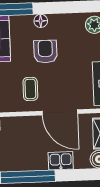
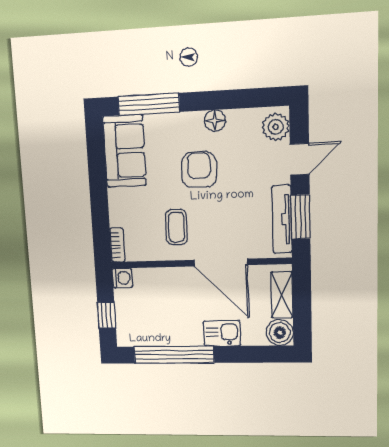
floor lamp: (41, 21) -> (215, 121), moved

